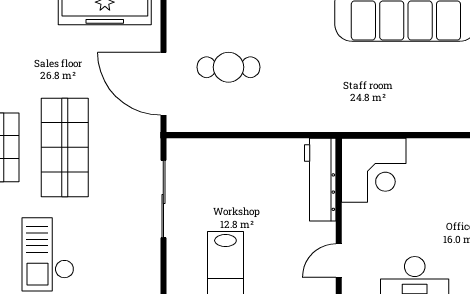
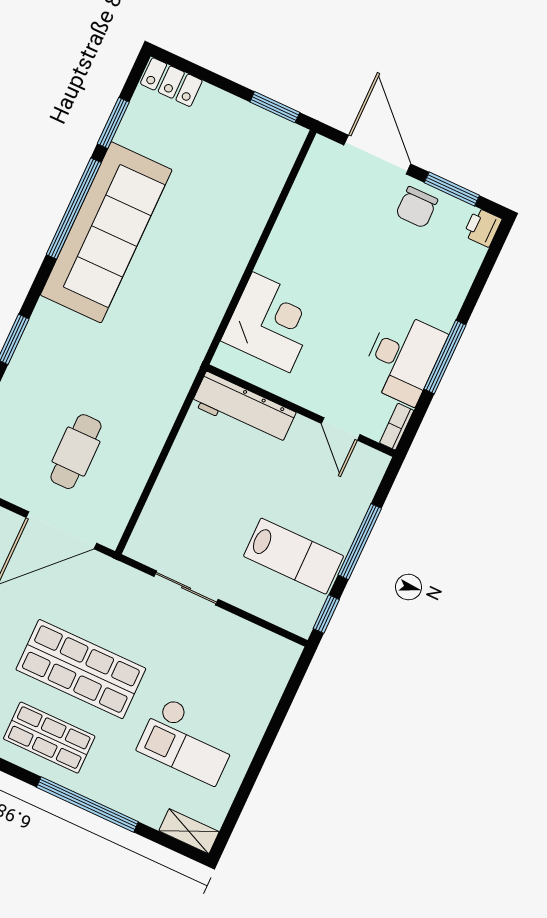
corner desk: (374, 170) -> (271, 322), moved
sliding door: (163, 199) -> (186, 588), width x0.73

